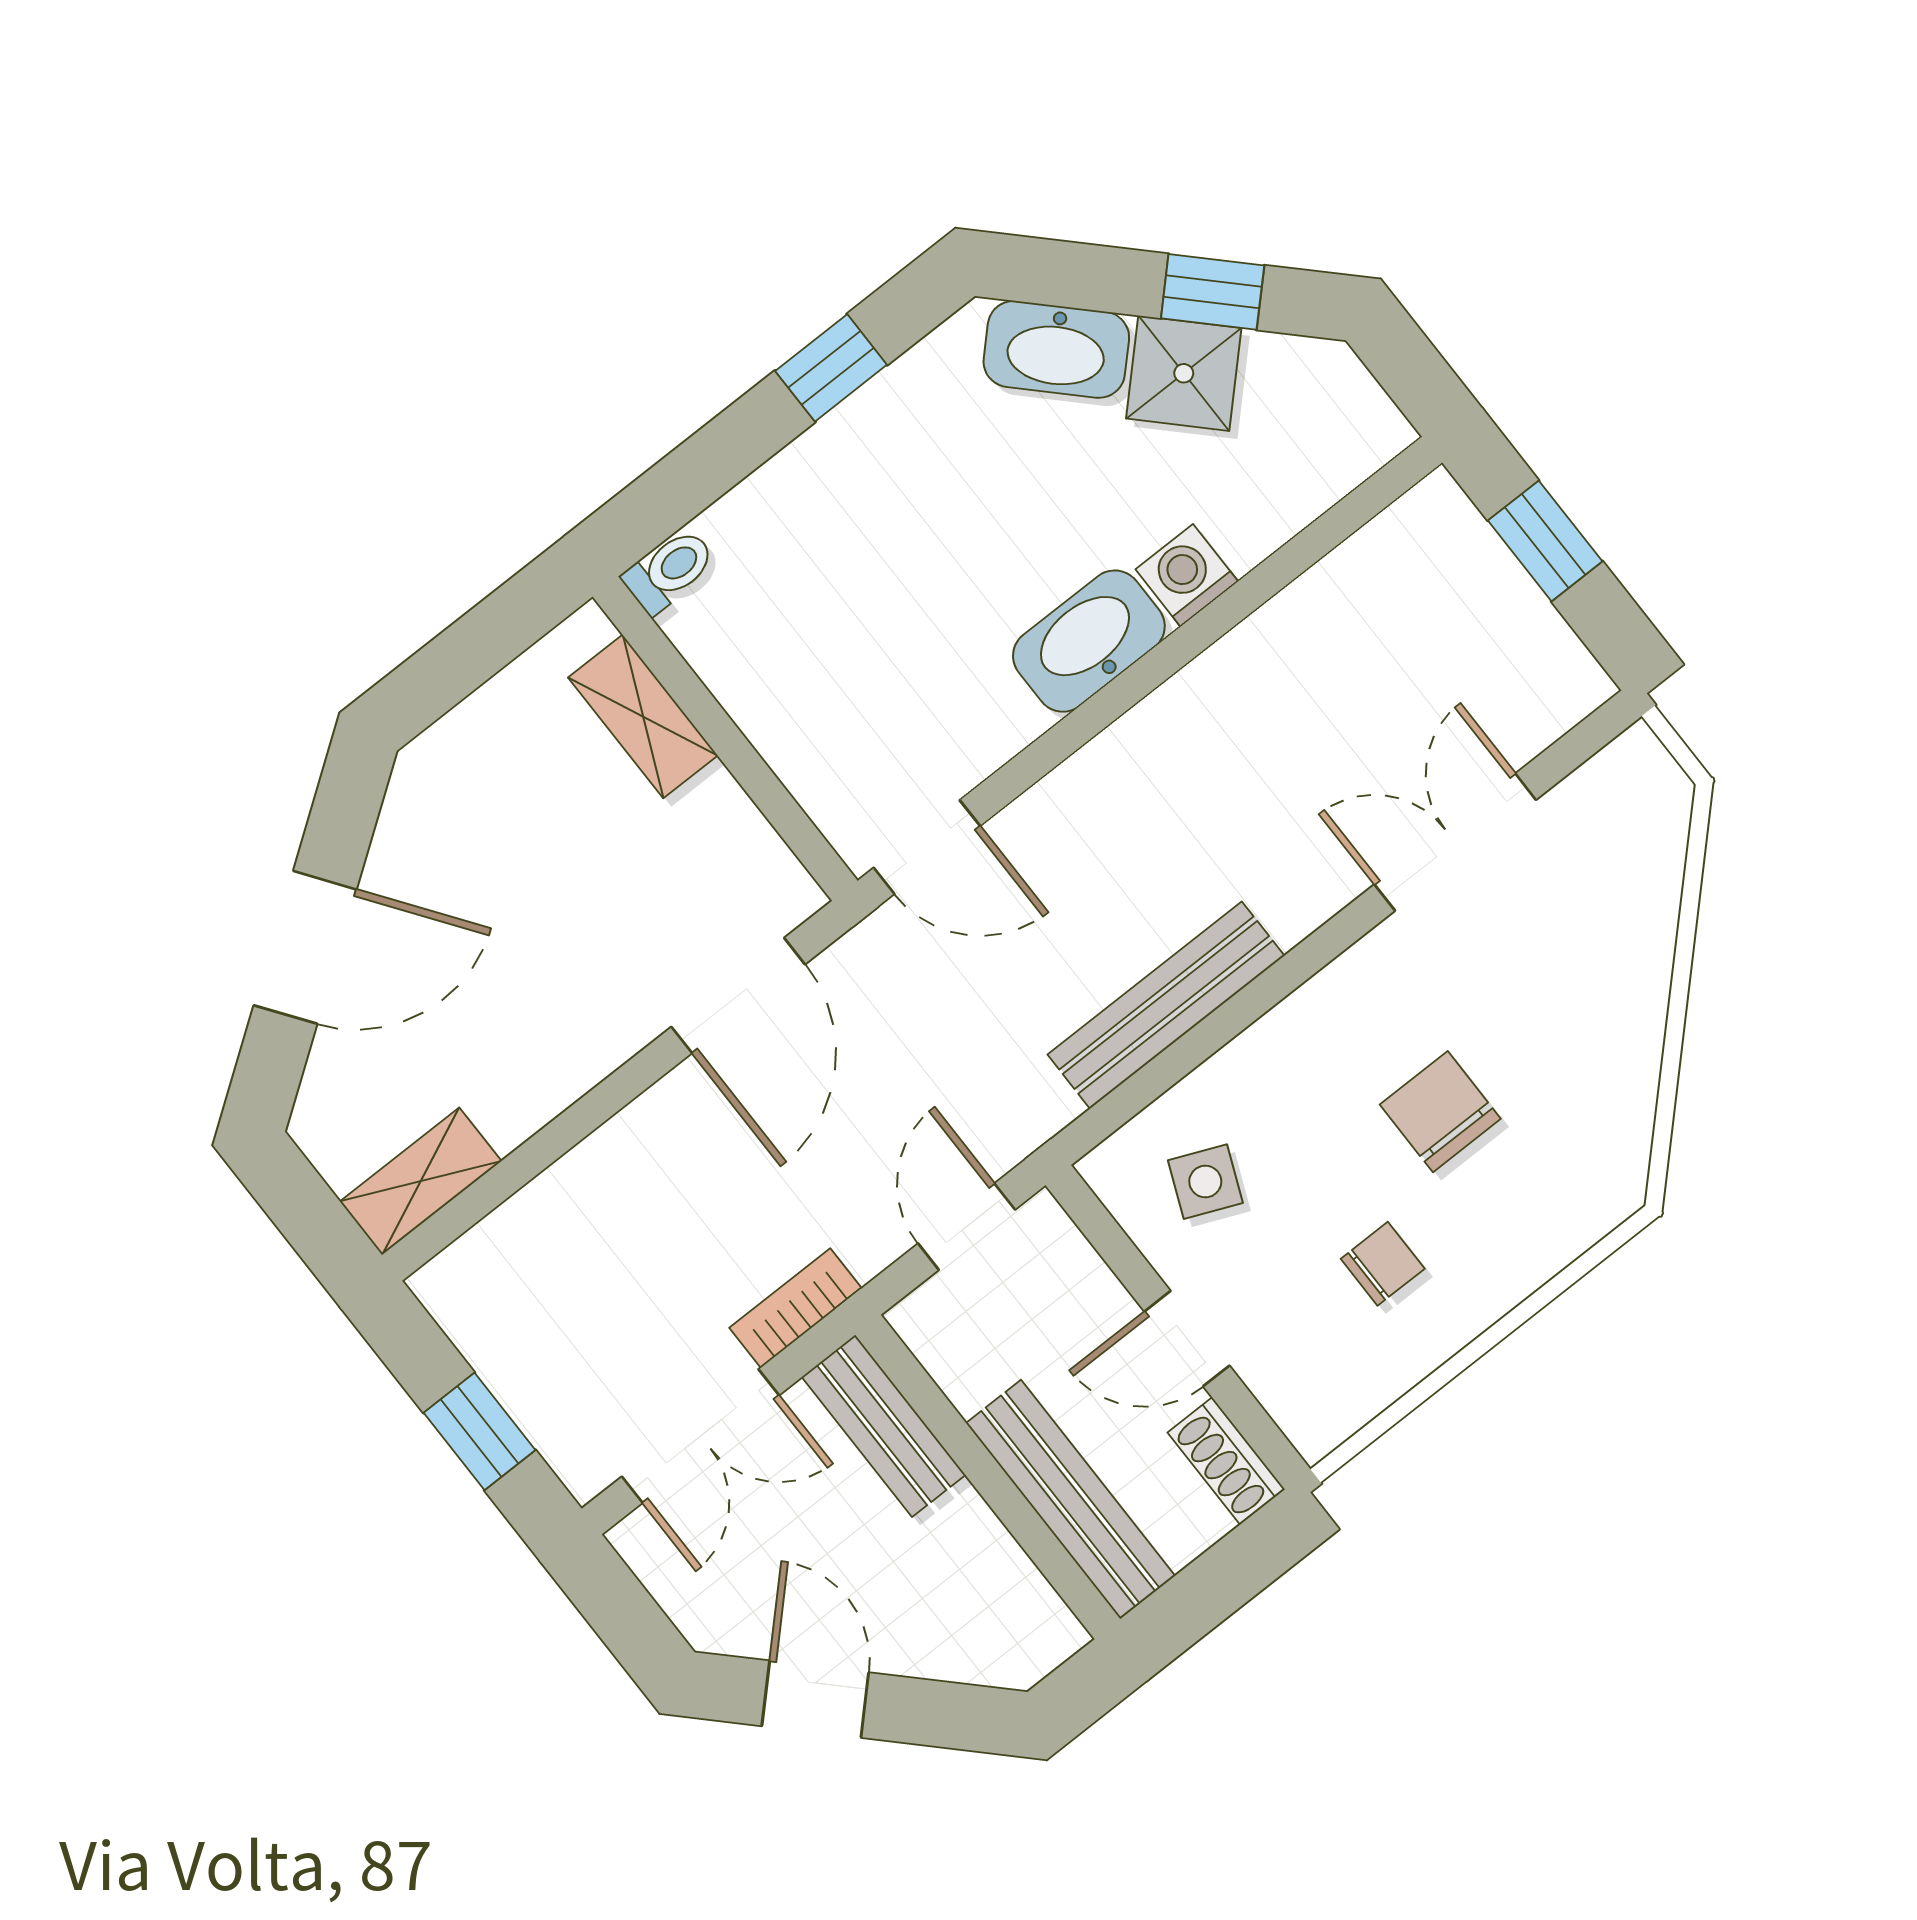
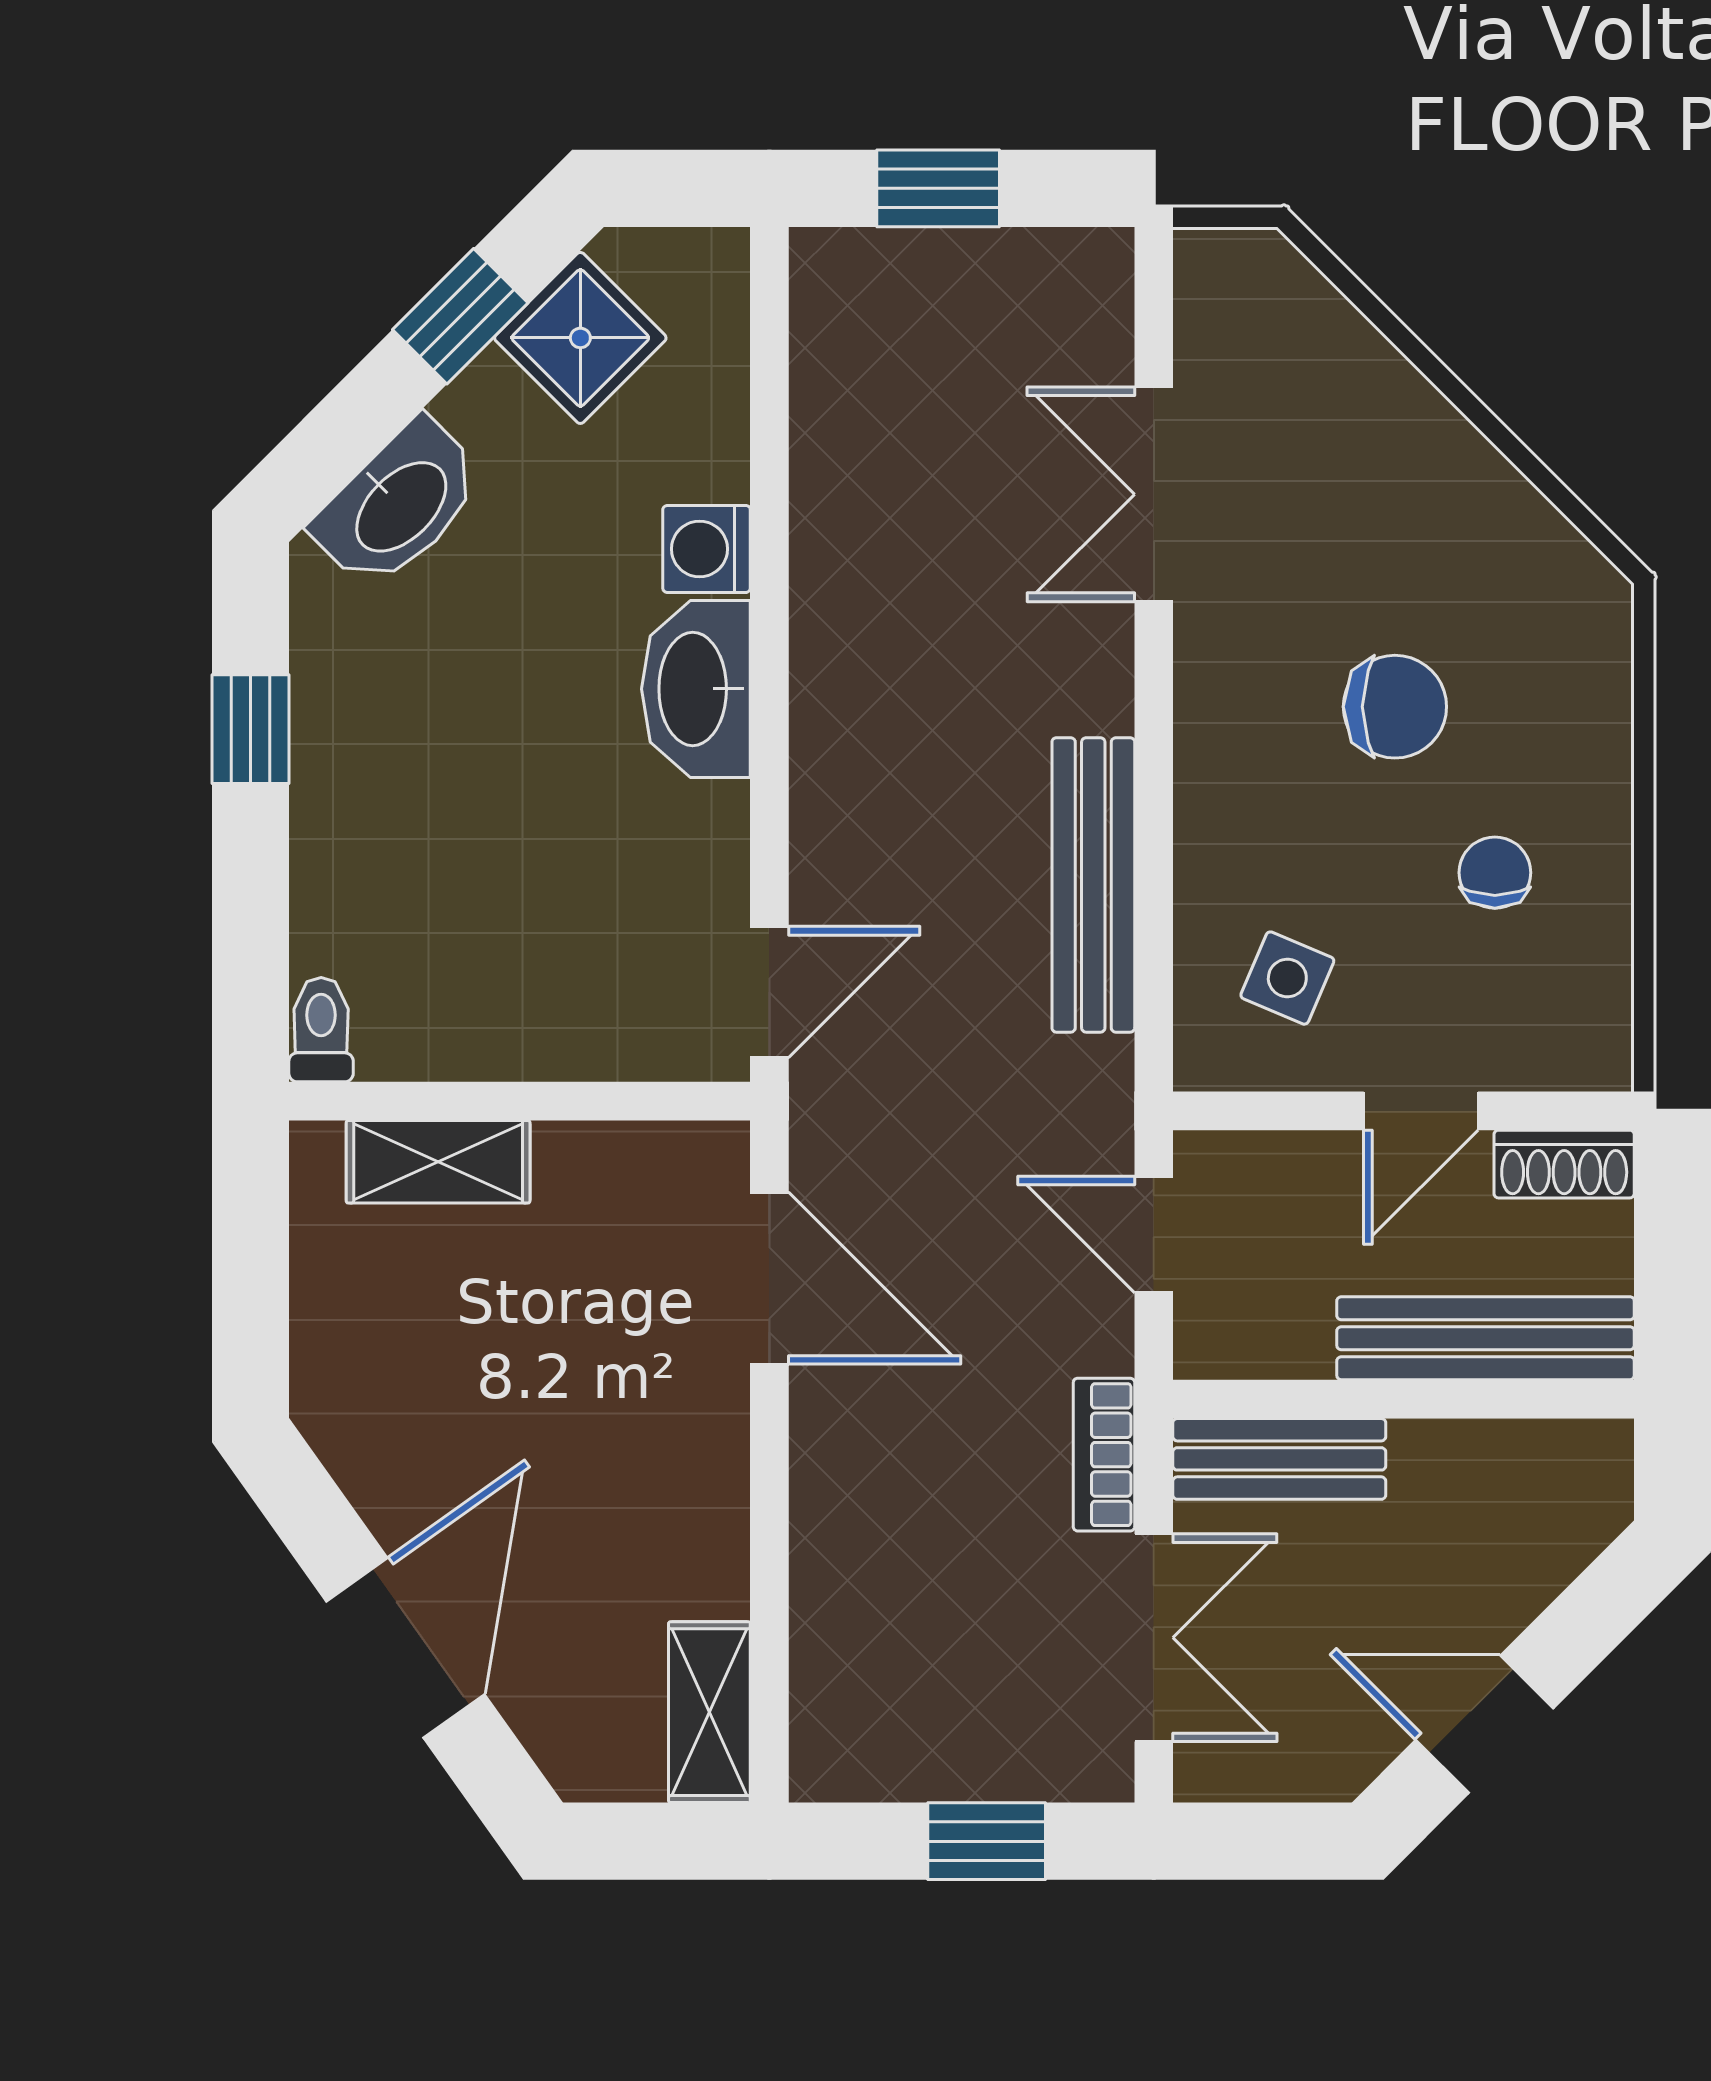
shower: (1184, 373) -> (580, 338), moved
chair: (1440, 1112) -> (1395, 707), turned 180

